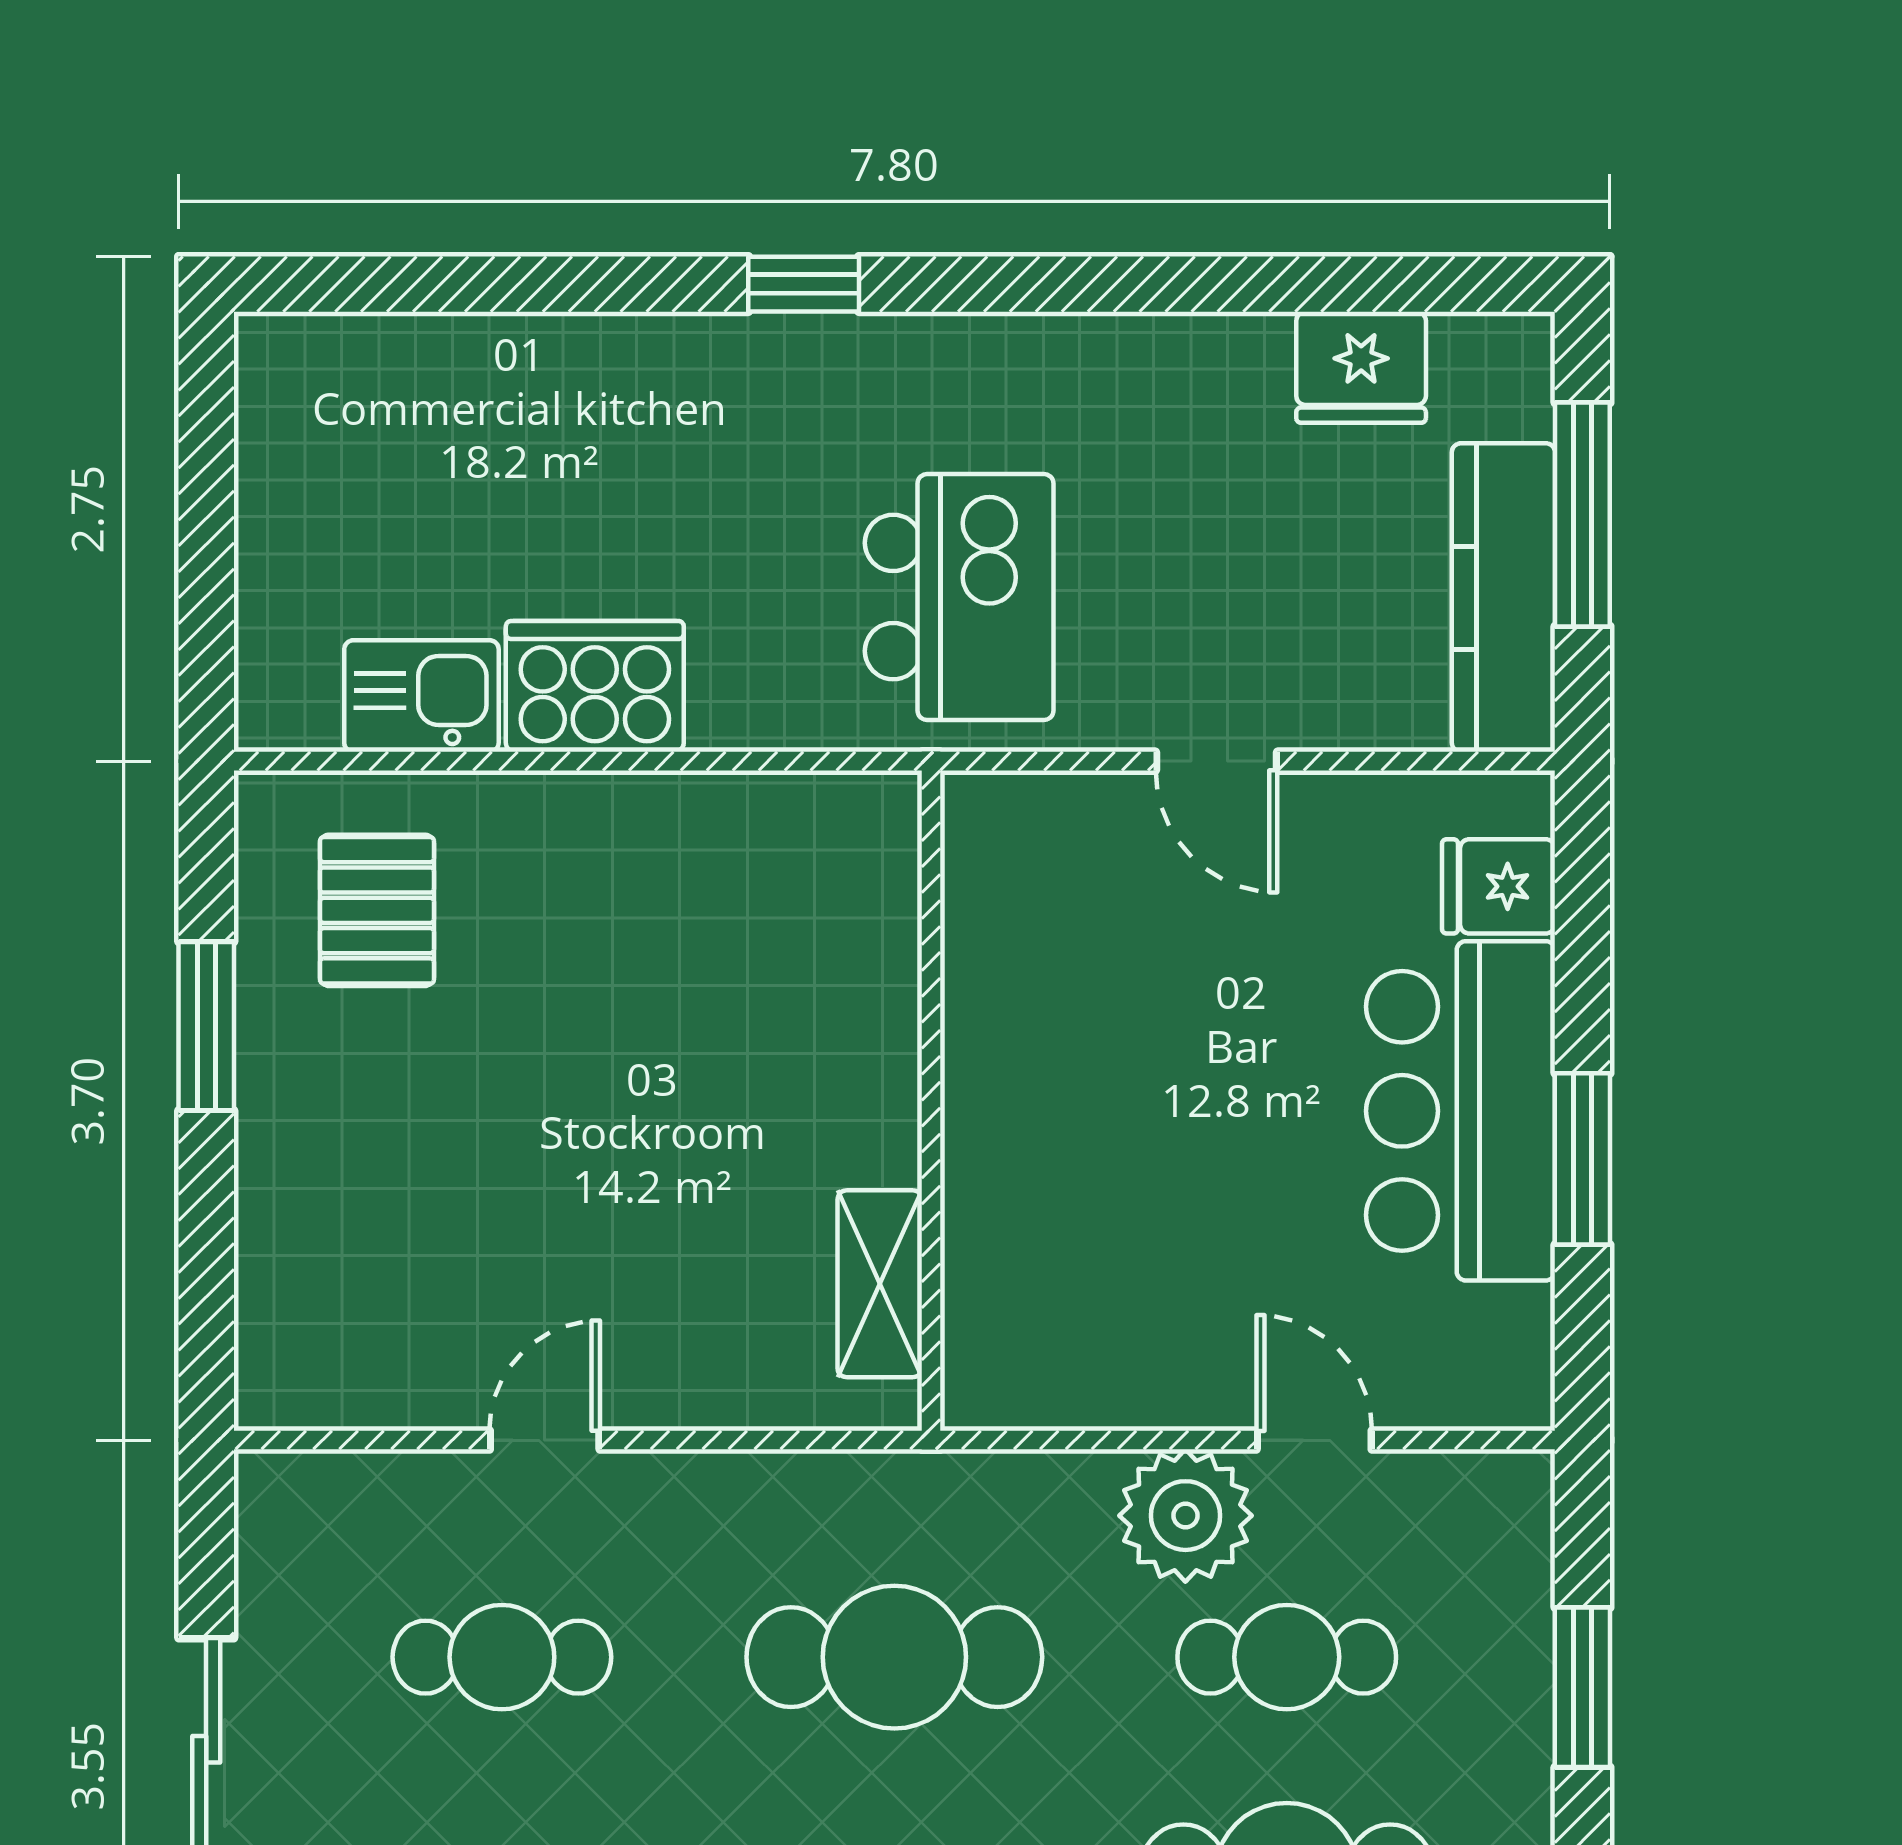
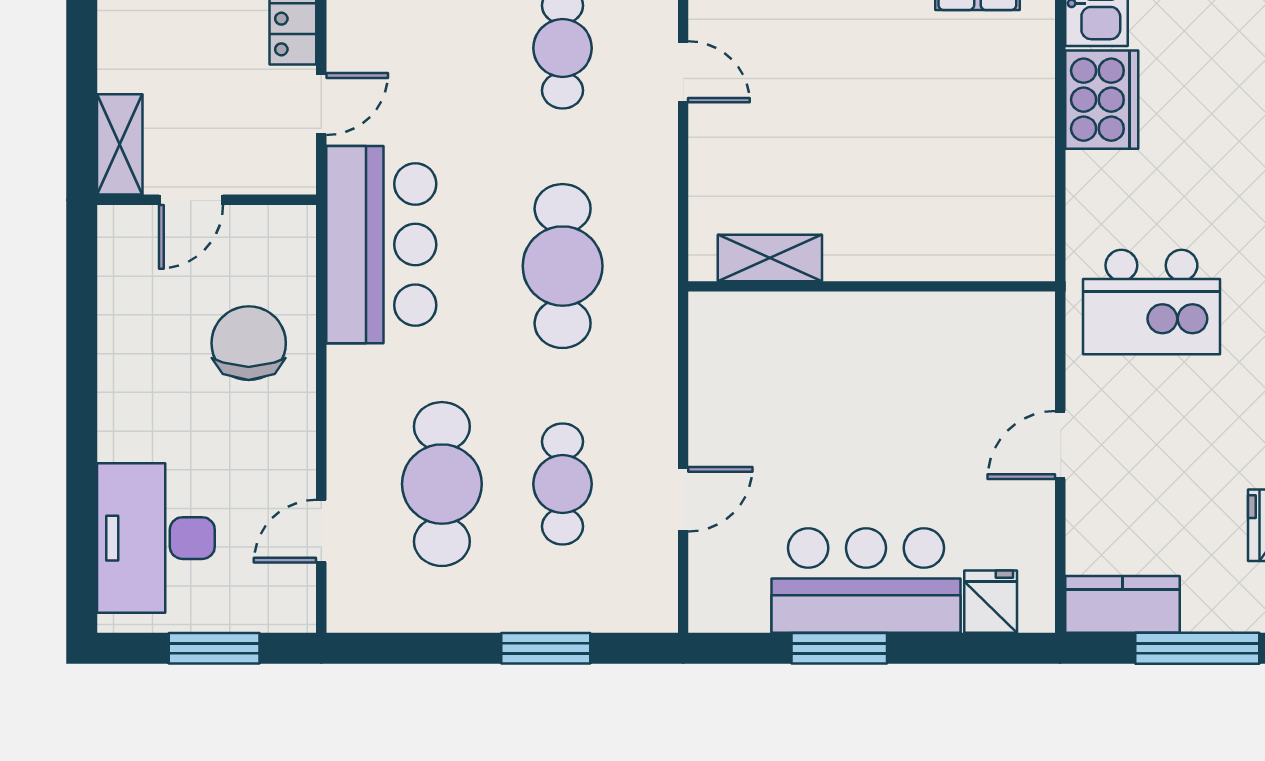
kitchen counter: (1503, 598) -> (1123, 604), width x0.67
plant: (1185, 1516) -> (641, 428), removed

